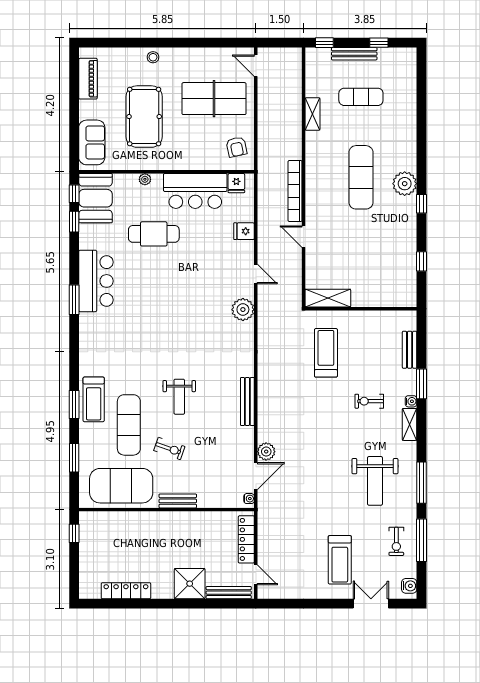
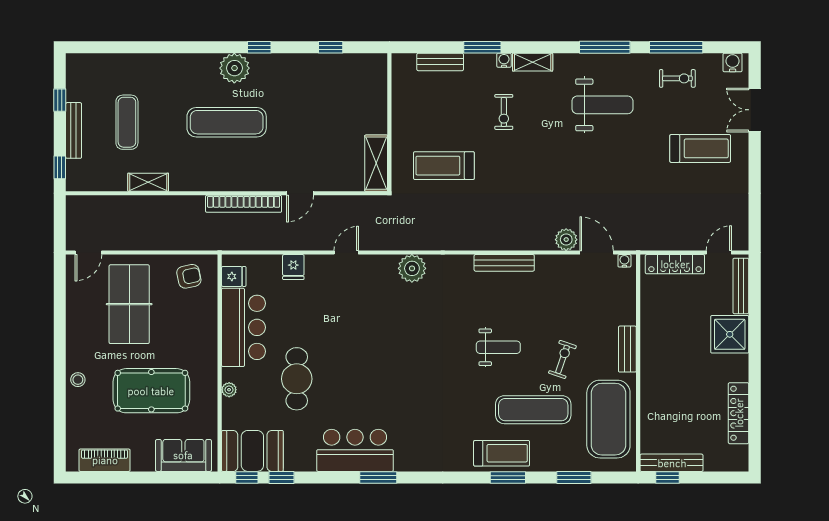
plant: (243, 310) -> (412, 268), moved
bench: (86, 537) -> (672, 463), added

